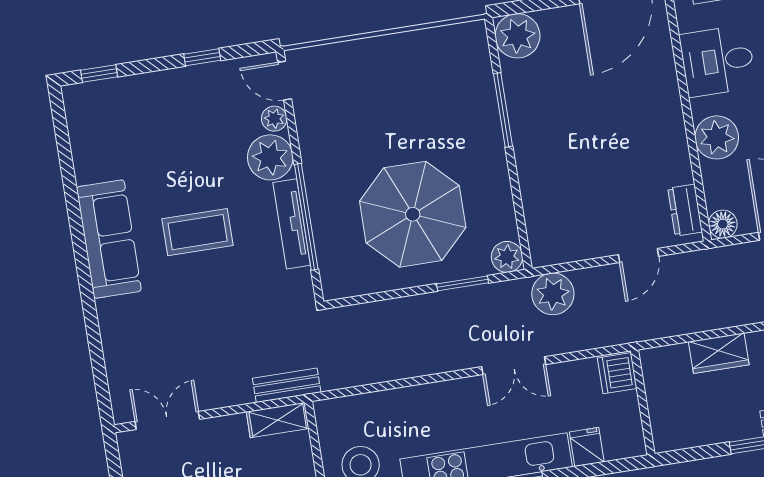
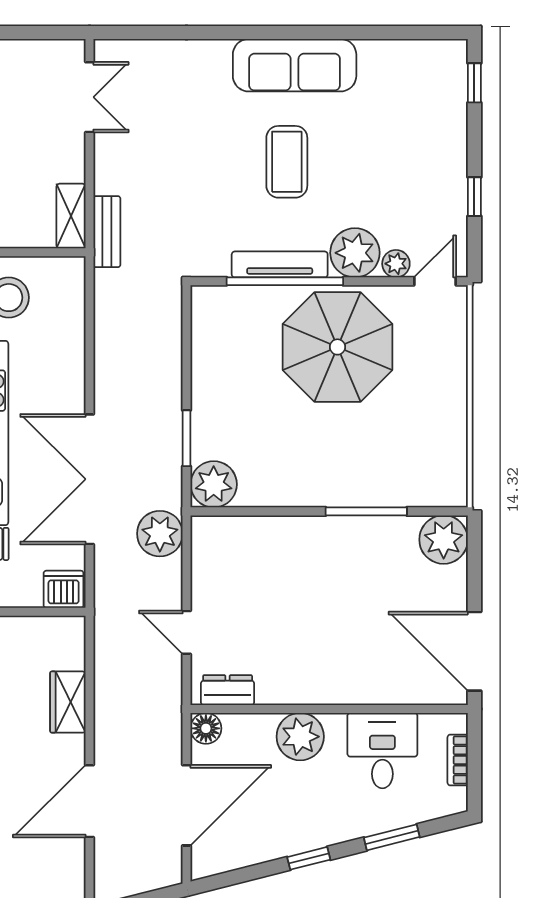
parasol: (413, 214) -> (337, 347), moved
plant: (507, 257) -> (214, 484), width x1.36, depth x1.36
double door: (514, 366) -> (89, 479), width x1.87

